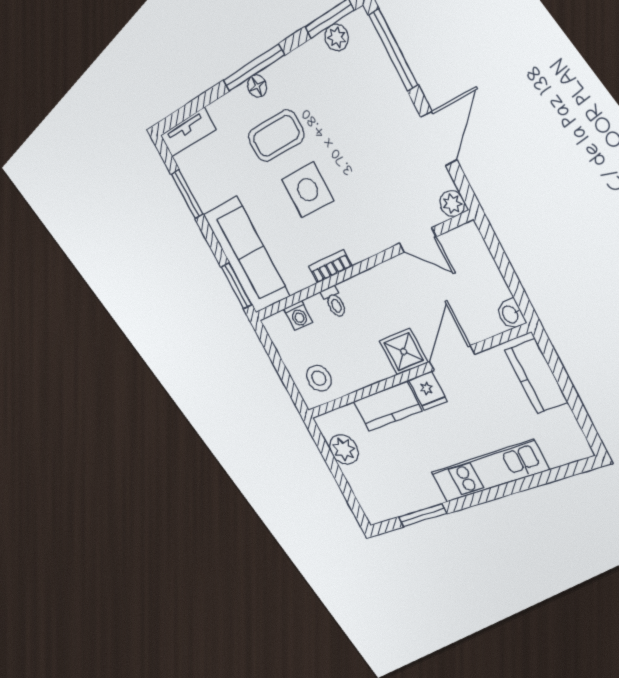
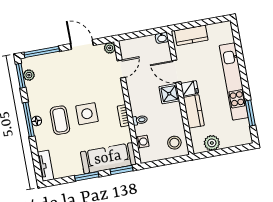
window: (187, 194) -> (87, 176), moved
kitchen unit: (489, 471) -> (234, 82), width x1.36

